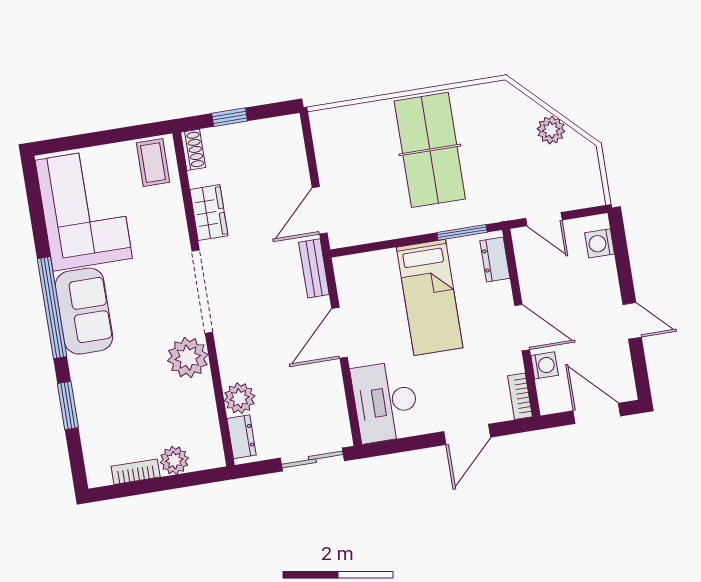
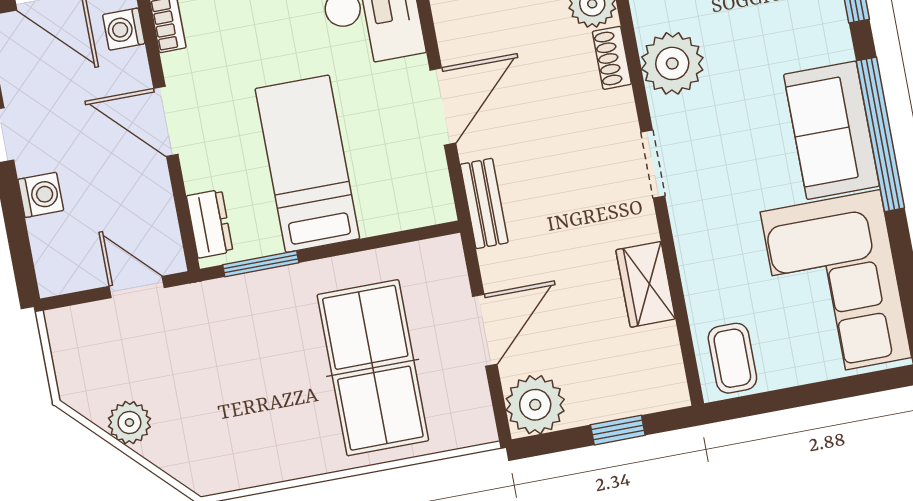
plant: (284, 135) -> (535, 405), added
shoe rack: (193, 150) -> (612, 58), moved
table tennis table: (430, 150) -> (373, 368), moved
door: (320, 210) -> (485, 330), moved
washing machine: (600, 243) -> (41, 195), moved
doorway: (202, 292) -> (653, 164), width x0.53
washing machine: (545, 365) -> (124, 29), moved

